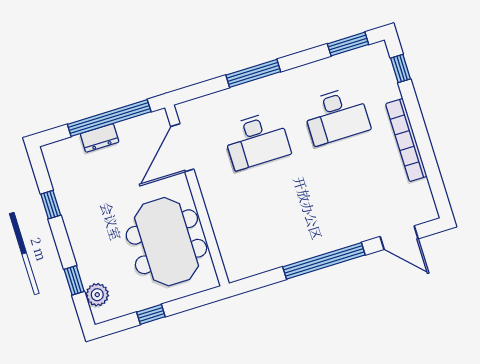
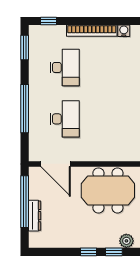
window: (253, 73) -> (25, 109), width x1.46
dresser: (100, 138) -> (35, 216), width x1.44
water cooler: (422, 190) -> (124, 31), added
window: (51, 205) -> (88, 252), moved

